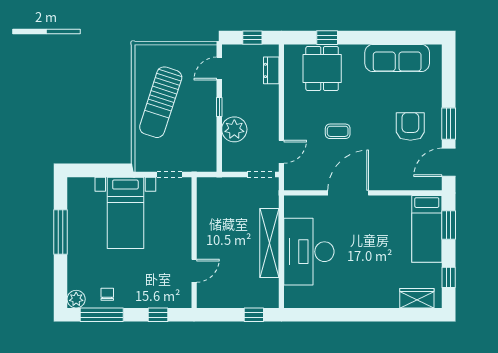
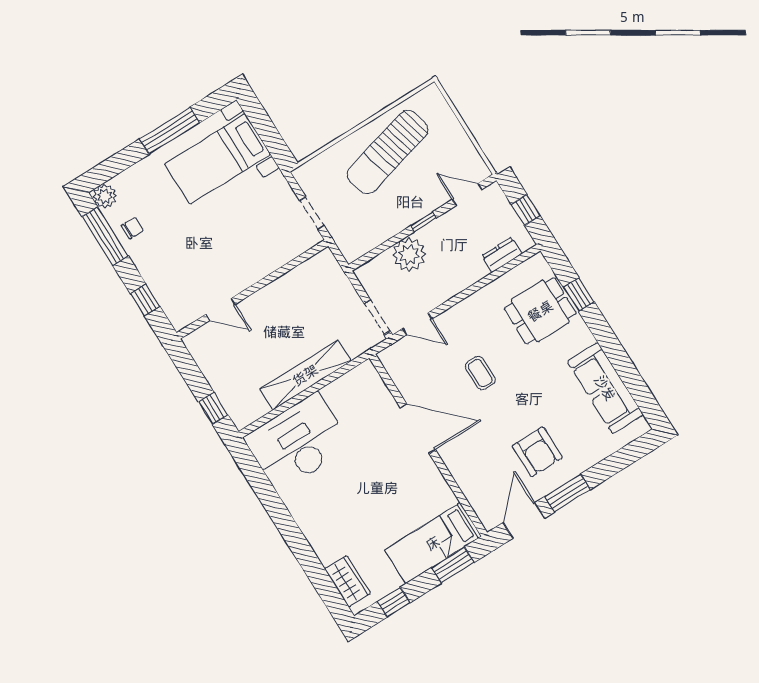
sun lounger: (161, 102) -> (388, 152), turned -33
armchair: (410, 126) -> (537, 452), turned 90
door: (449, 162) -> (524, 520), hinge flipped
bed with nightstands: (125, 213) -> (218, 159), moved
desk: (309, 252) -> (298, 442), moved

